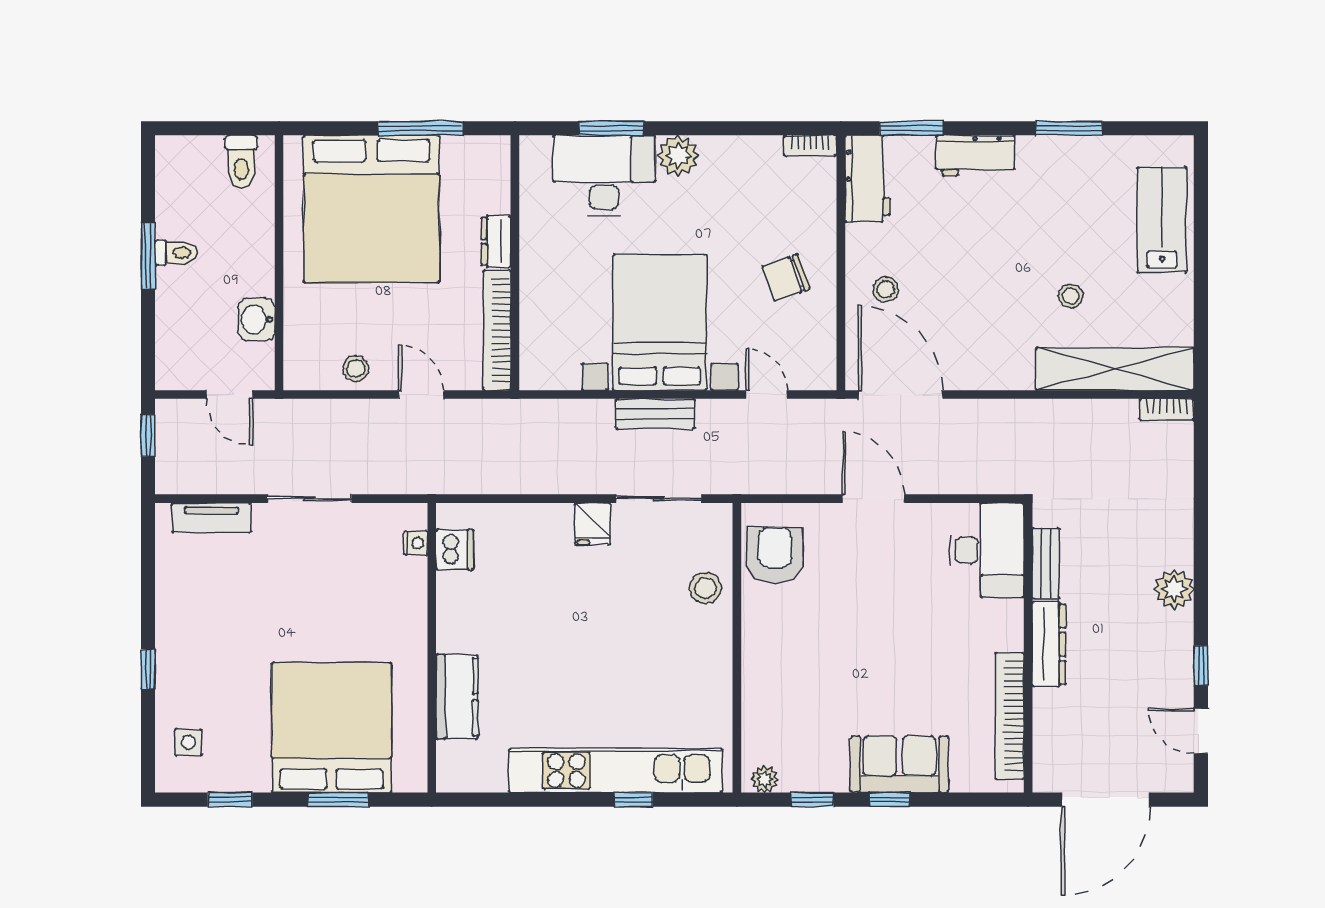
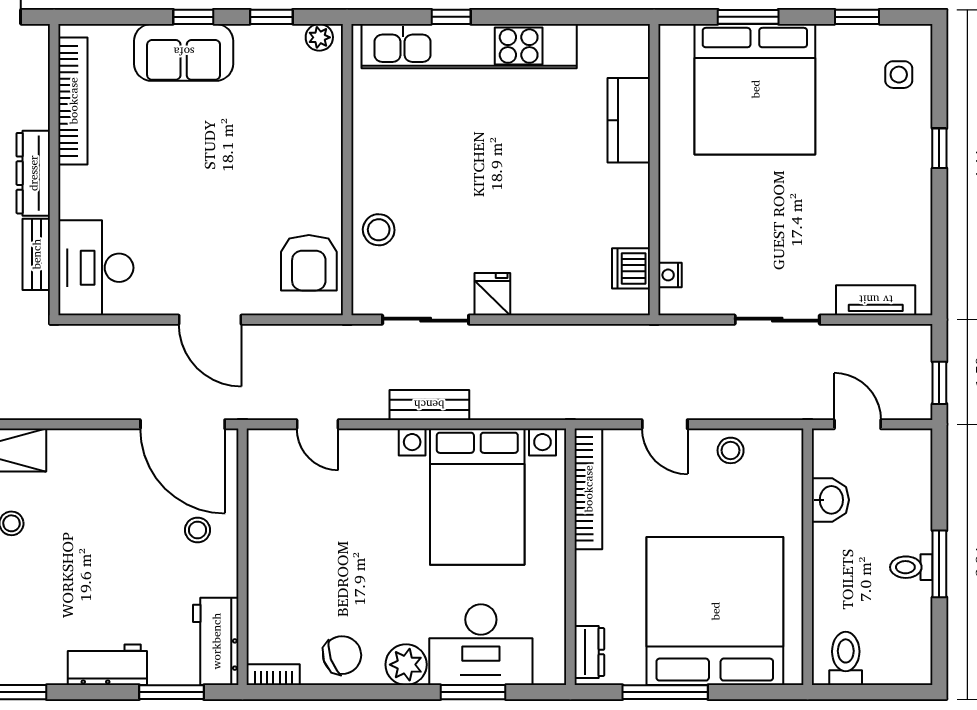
dresser: (496, 241) -> (589, 652), moved
chair: (786, 278) -> (342, 655), moved
bed with nightstands: (660, 323) -> (477, 497), moved

